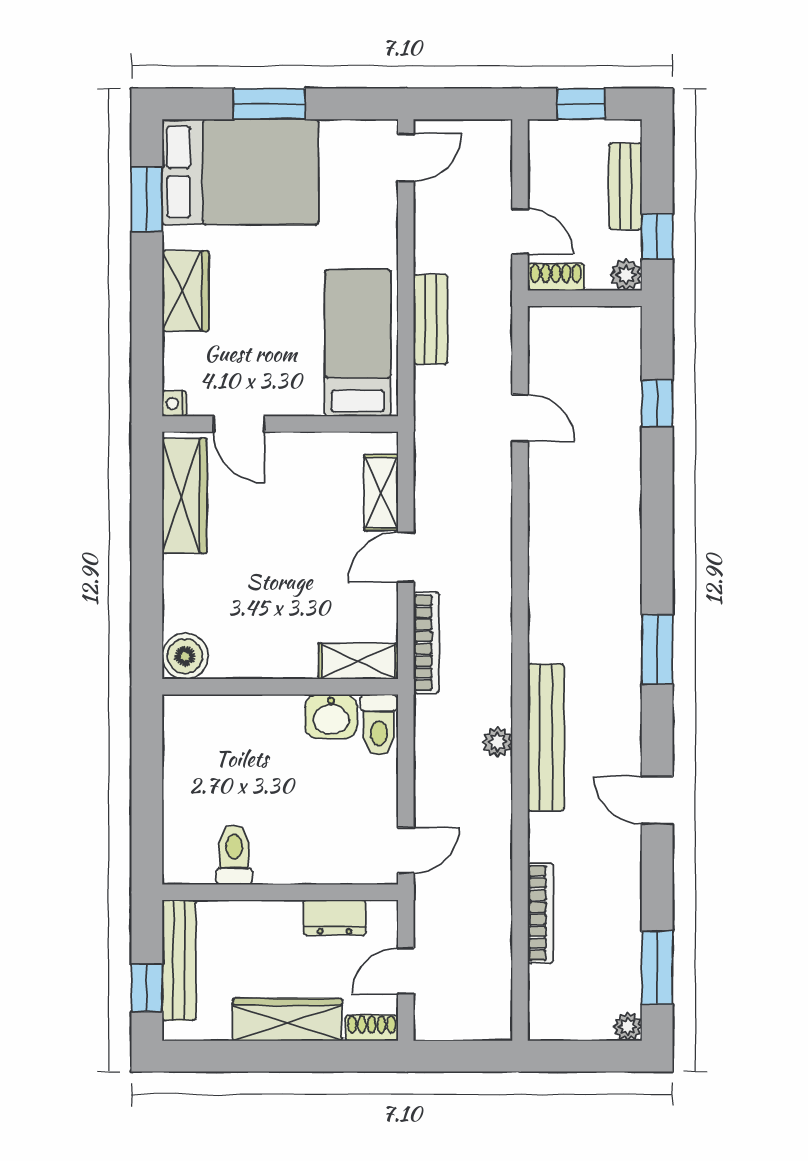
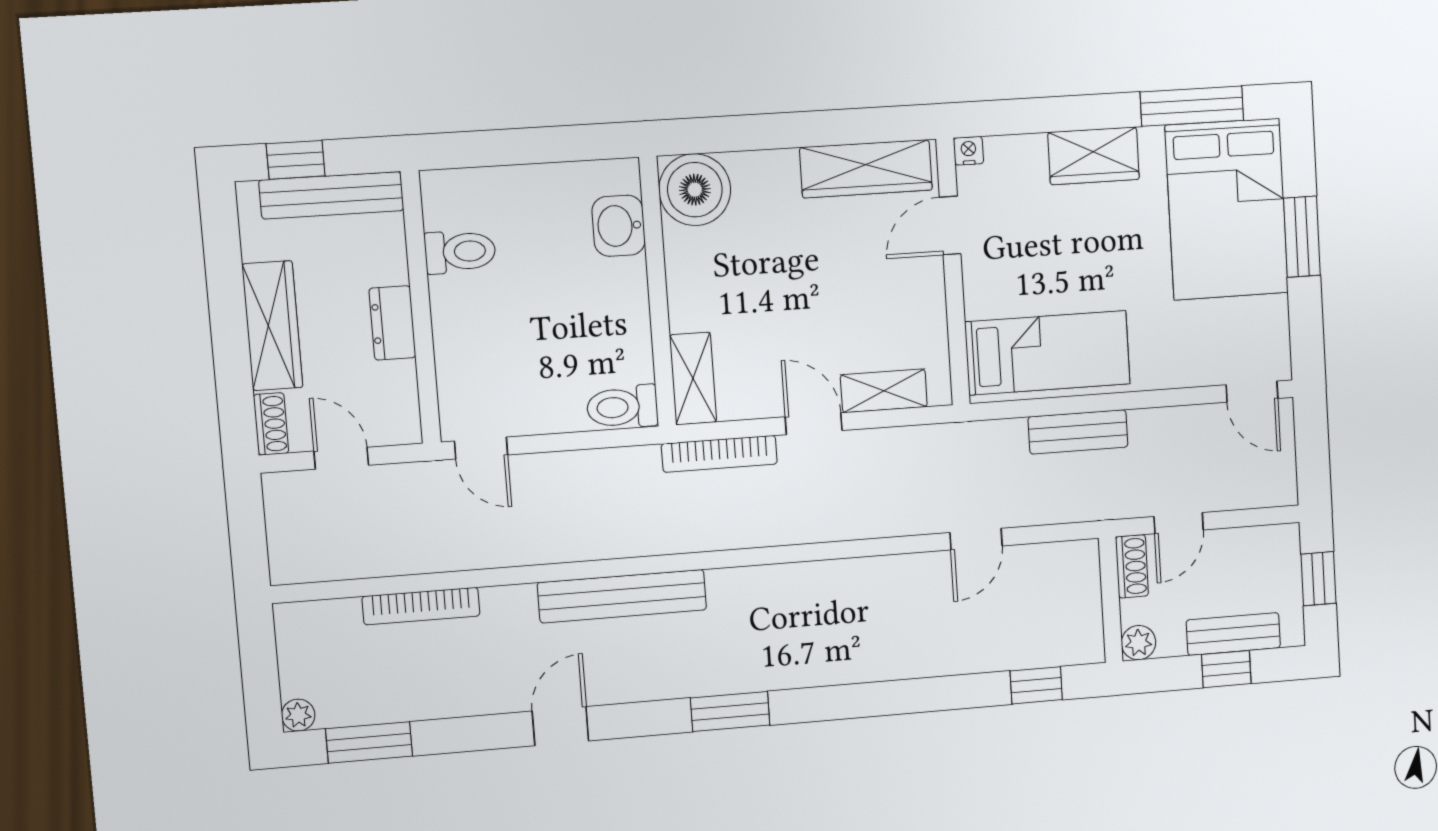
window: (147, 199) -> (1192, 106), width x1.44
window: (657, 236) -> (1226, 669), moved
window: (657, 403) -> (1036, 685), moved
boiler: (185, 656) -> (695, 190), width x1.37, depth x1.37
washbasin: (331, 716) -> (619, 226), moved
plant: (497, 742) -> (613, 542), removed
dresser: (334, 918) -> (392, 323), moved

